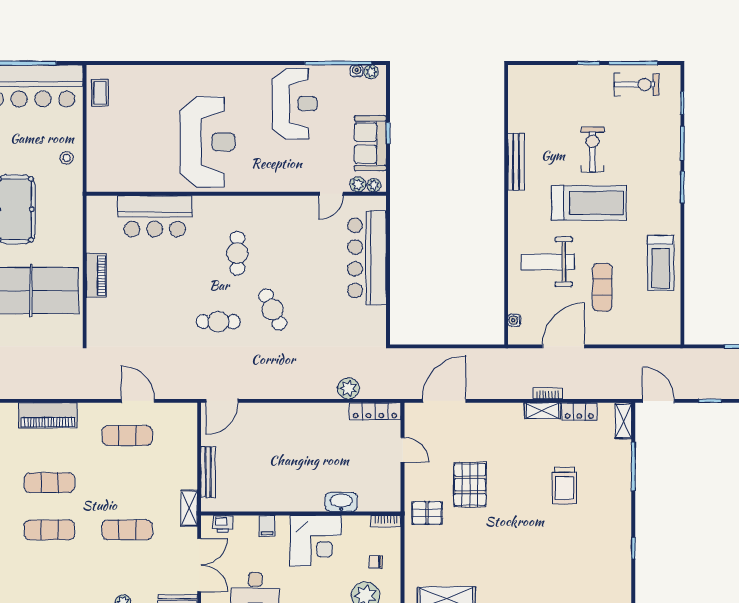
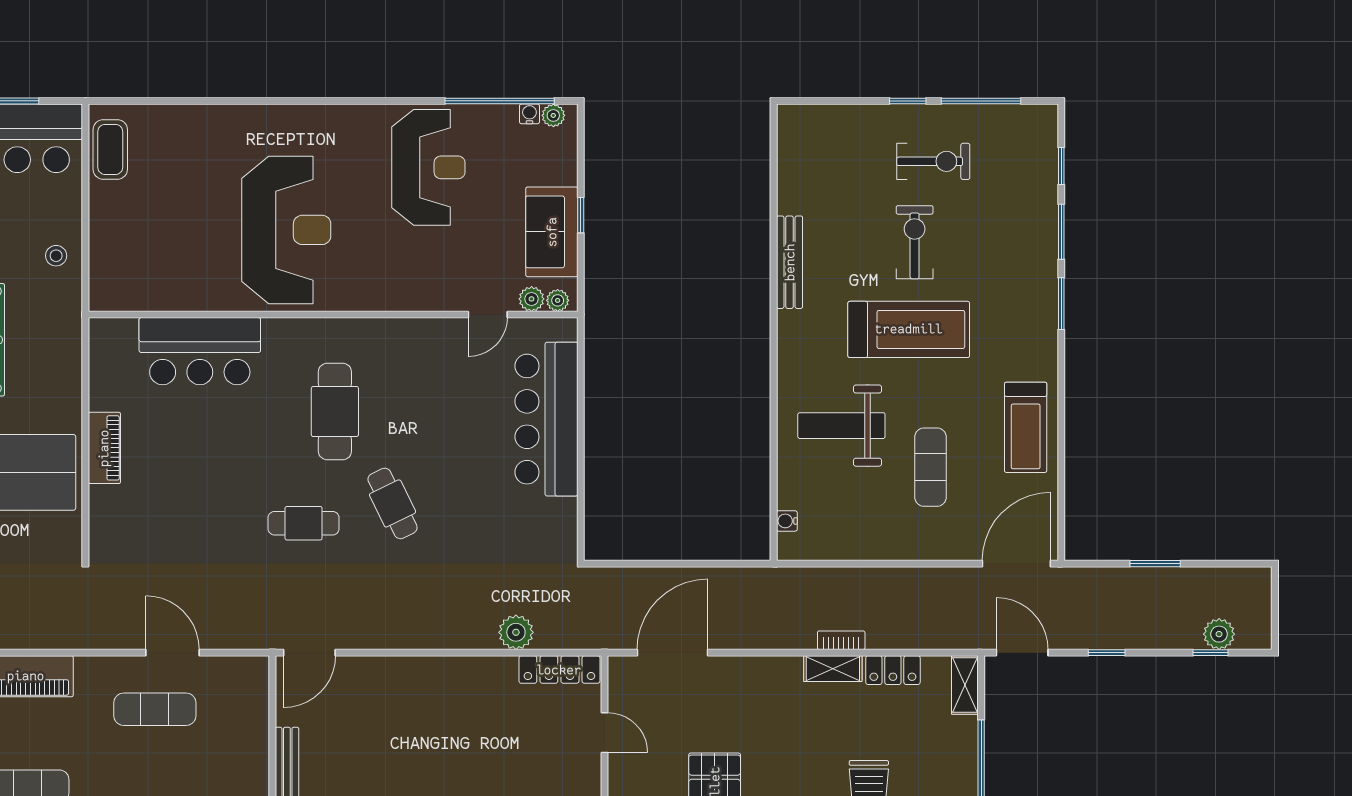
exercise bike: (637, 85) -> (933, 161), moved
coffee table: (100, 93) -> (110, 149), width x1.36, depth x1.30
cafe table: (237, 253) -> (335, 412), width x1.37, depth x1.35
door: (563, 346) -> (1016, 564), moved

